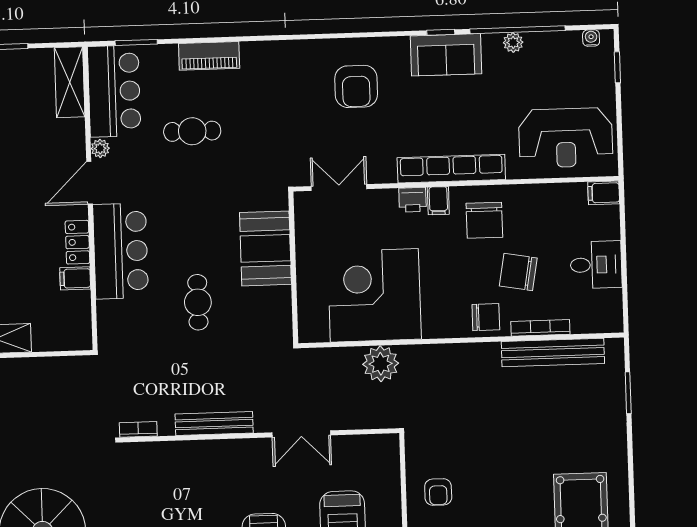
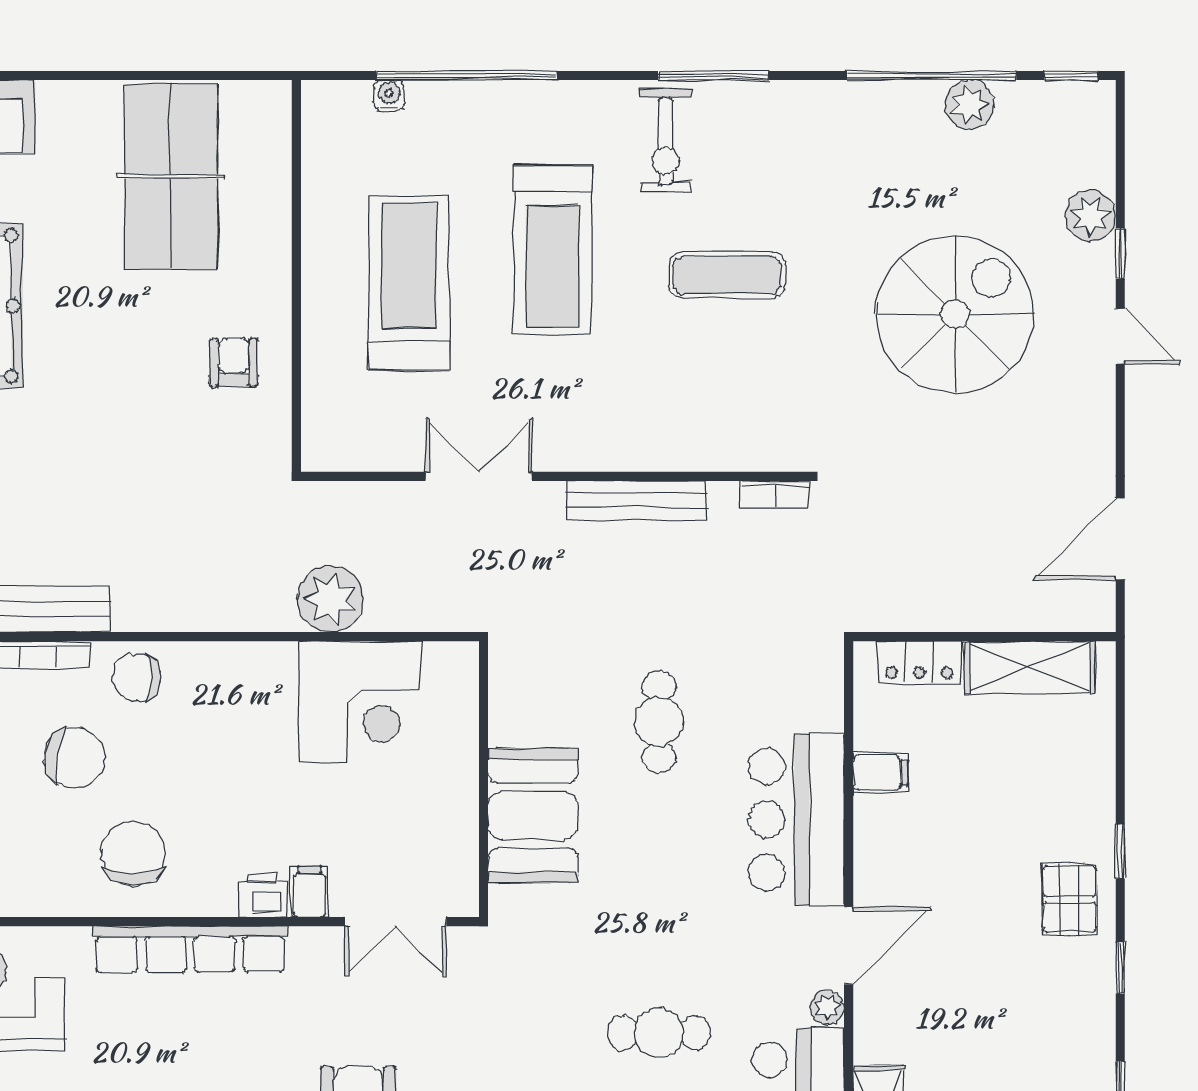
filing cabinet: (438, 201) -> (309, 892), moved
locker: (77, 242) -> (919, 662), moved, turned 90
corner desk: (374, 295) -> (360, 702), width x0.74, depth x0.74

